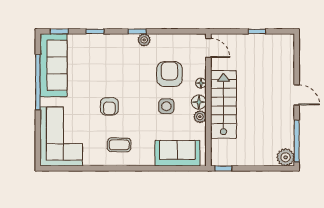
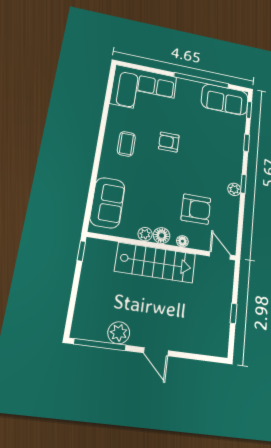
door: (208, 48) -> (220, 256), swing flipped
sofa: (54, 65) -> (225, 100), width x0.73
door: (297, 95) -> (156, 352), hinge flipped
side table: (166, 106) -> (161, 200), removed
plant: (286, 157) -> (119, 333), moved

